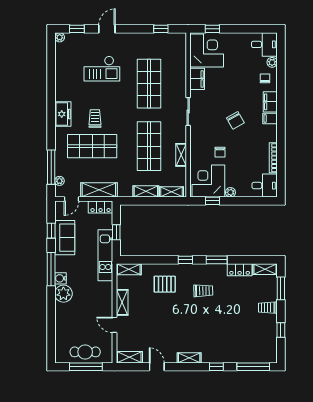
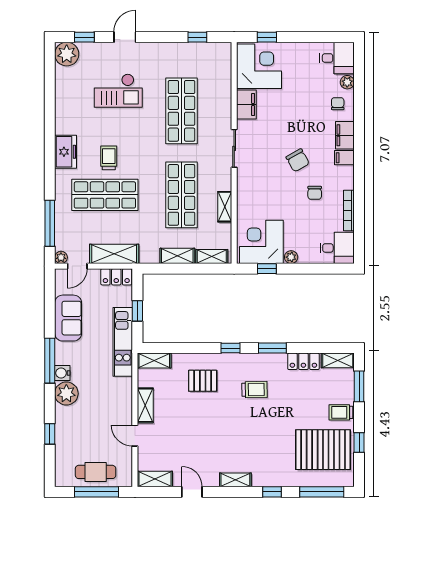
plant: (60, 37) -> (67, 54), width x1.88, depth x1.88
chair: (220, 152) -> (315, 193), moved
plant: (59, 181) -> (61, 257), moved
window: (51, 231) -> (50, 434), moved
pallet: (254, 335) -> (323, 450), added

